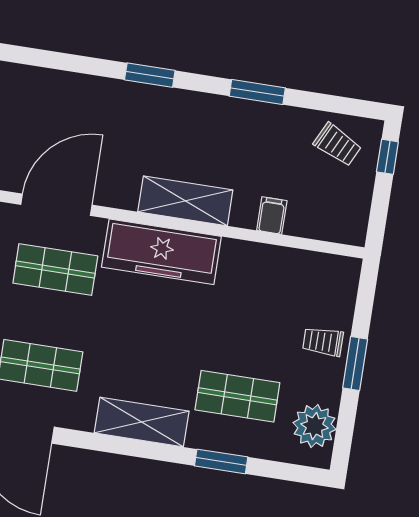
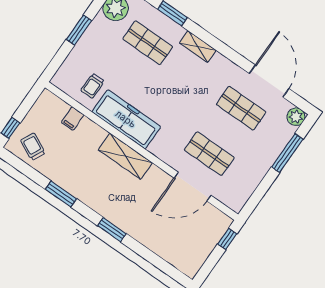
filing cabinet: (272, 216) -> (73, 119), moved
freezer: (161, 252) -> (126, 119), moved
trolley: (323, 342) -> (93, 86), moved, turned 90
shelving: (142, 422) -> (198, 47), width x0.67, depth x0.75

